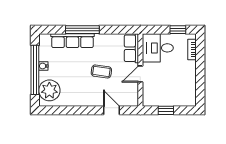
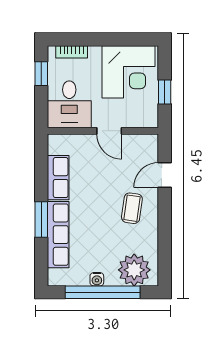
window: (82, 30) -> (41, 220), width x0.69
row of seats: (131, 48) -> (58, 178), moved, turned -90
coffee table: (101, 71) -> (132, 208), moved
corner desk: (179, 87) -> (129, 72), added

